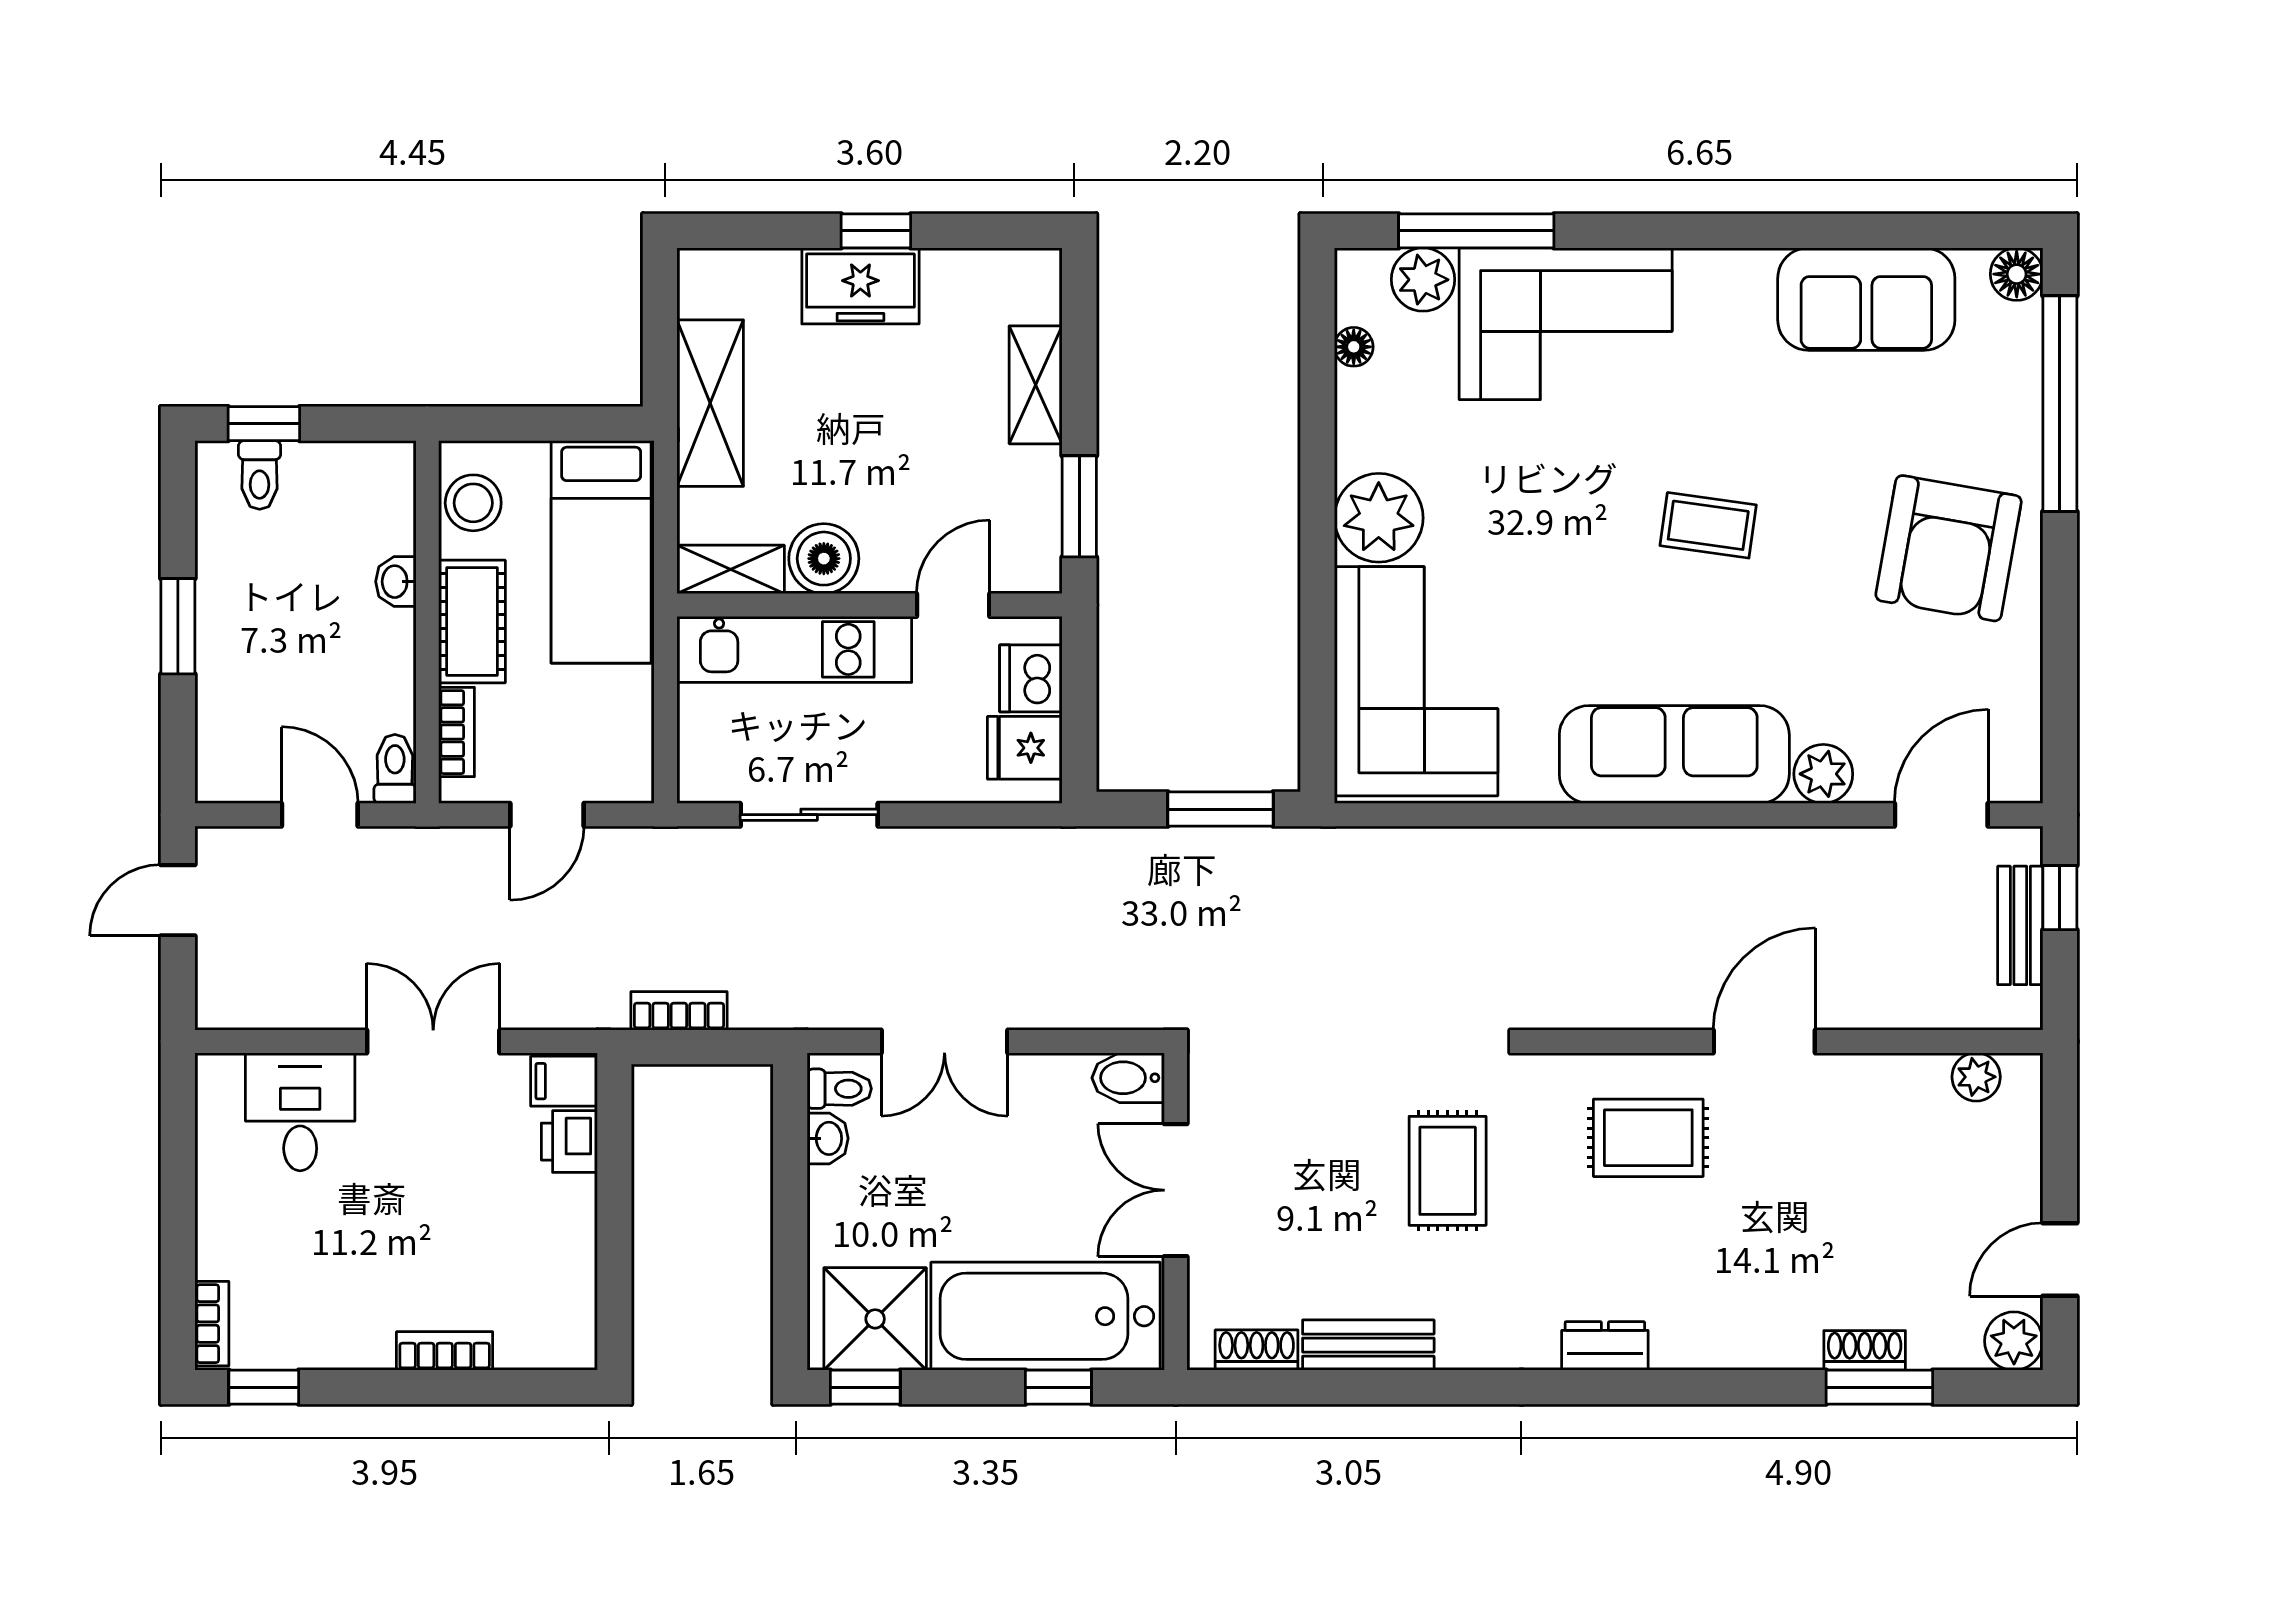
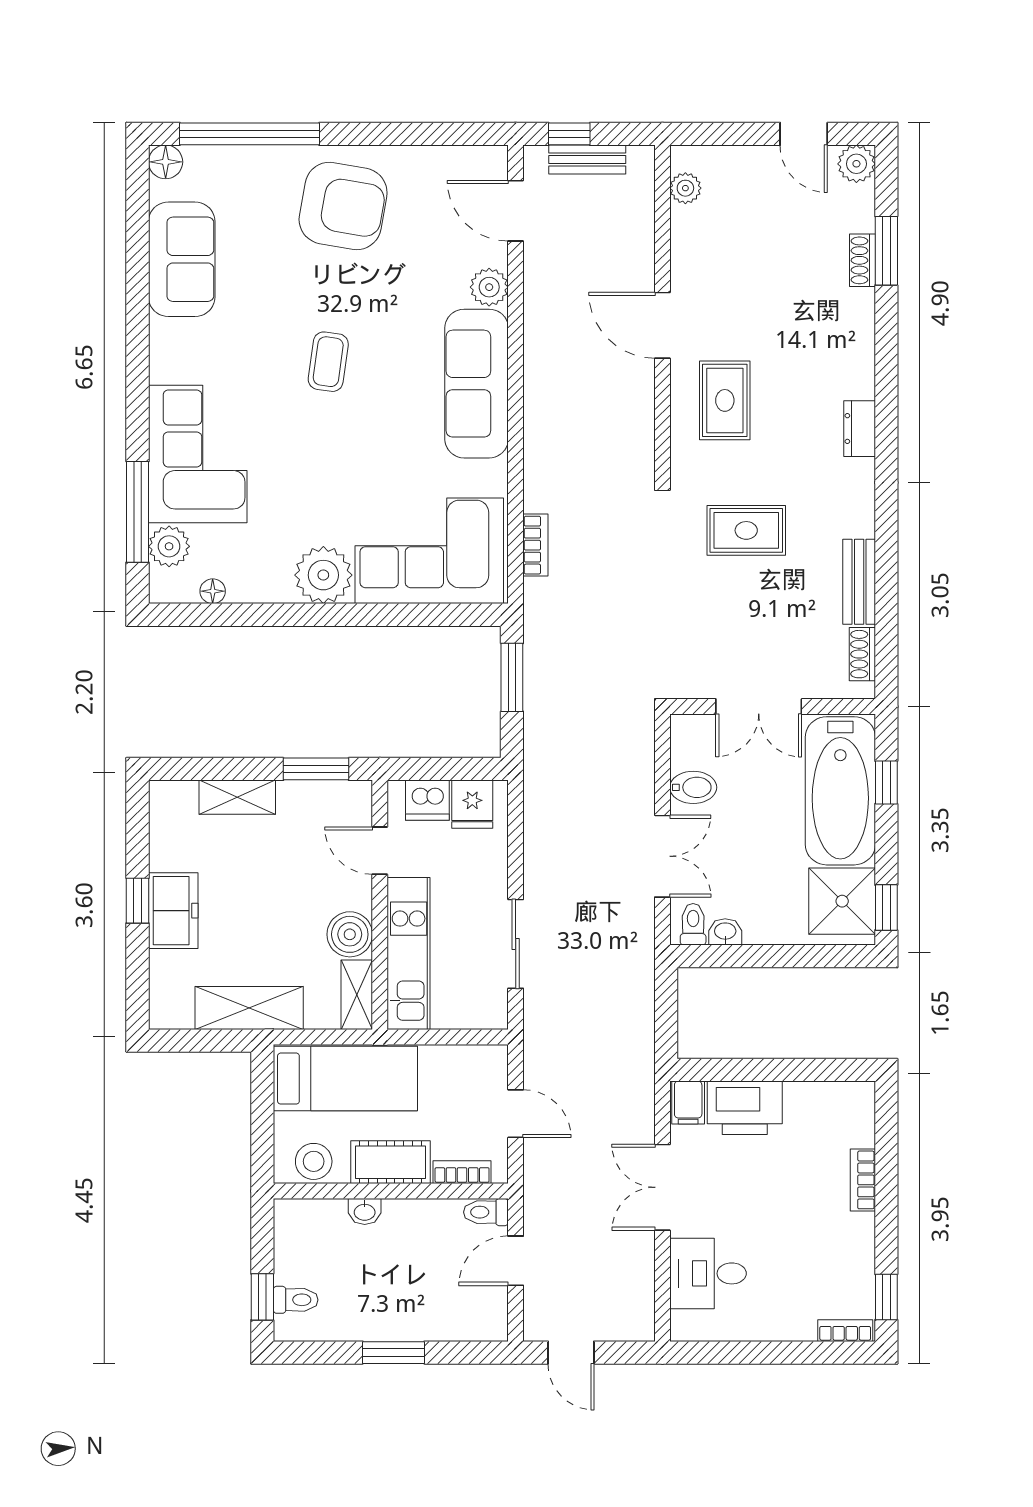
bookcase: (679, 1011) -> (535, 545), moved, turned 180
bidet: (1128, 1078) -> (693, 787), moved, turned -90
printer: (569, 1142) -> (745, 1108), width x1.87, depth x1.48

